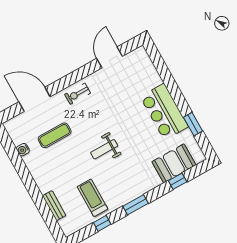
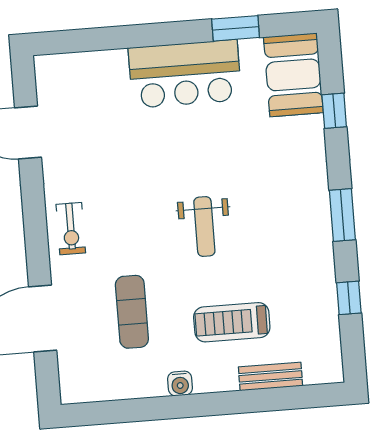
water cooler: (23, 150) -> (180, 384), moved
booth: (174, 163) -> (293, 75), moved
treadmill: (92, 198) -> (232, 322), moved

